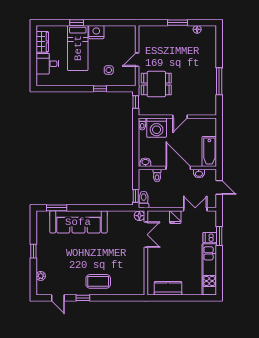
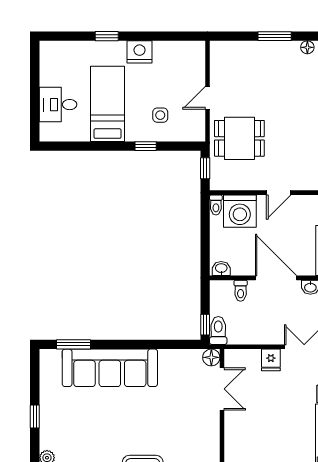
wardrobe: (42, 42) -> (49, 68), removed
bed: (78, 48) -> (108, 104), moved, turned 180

